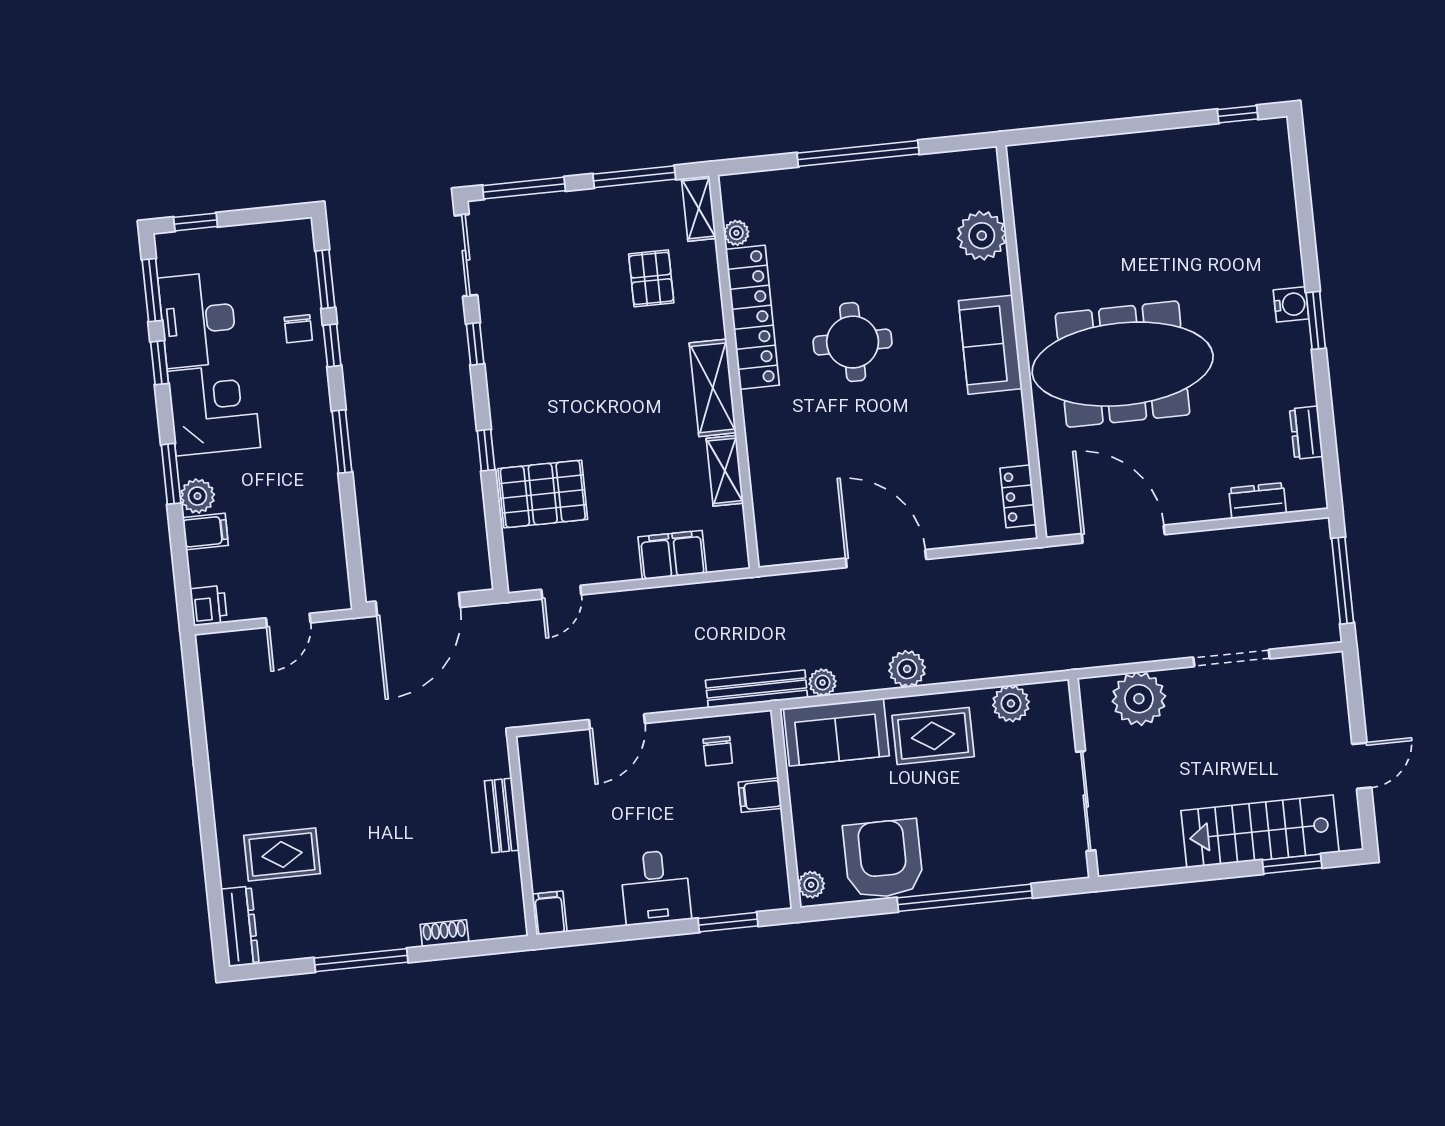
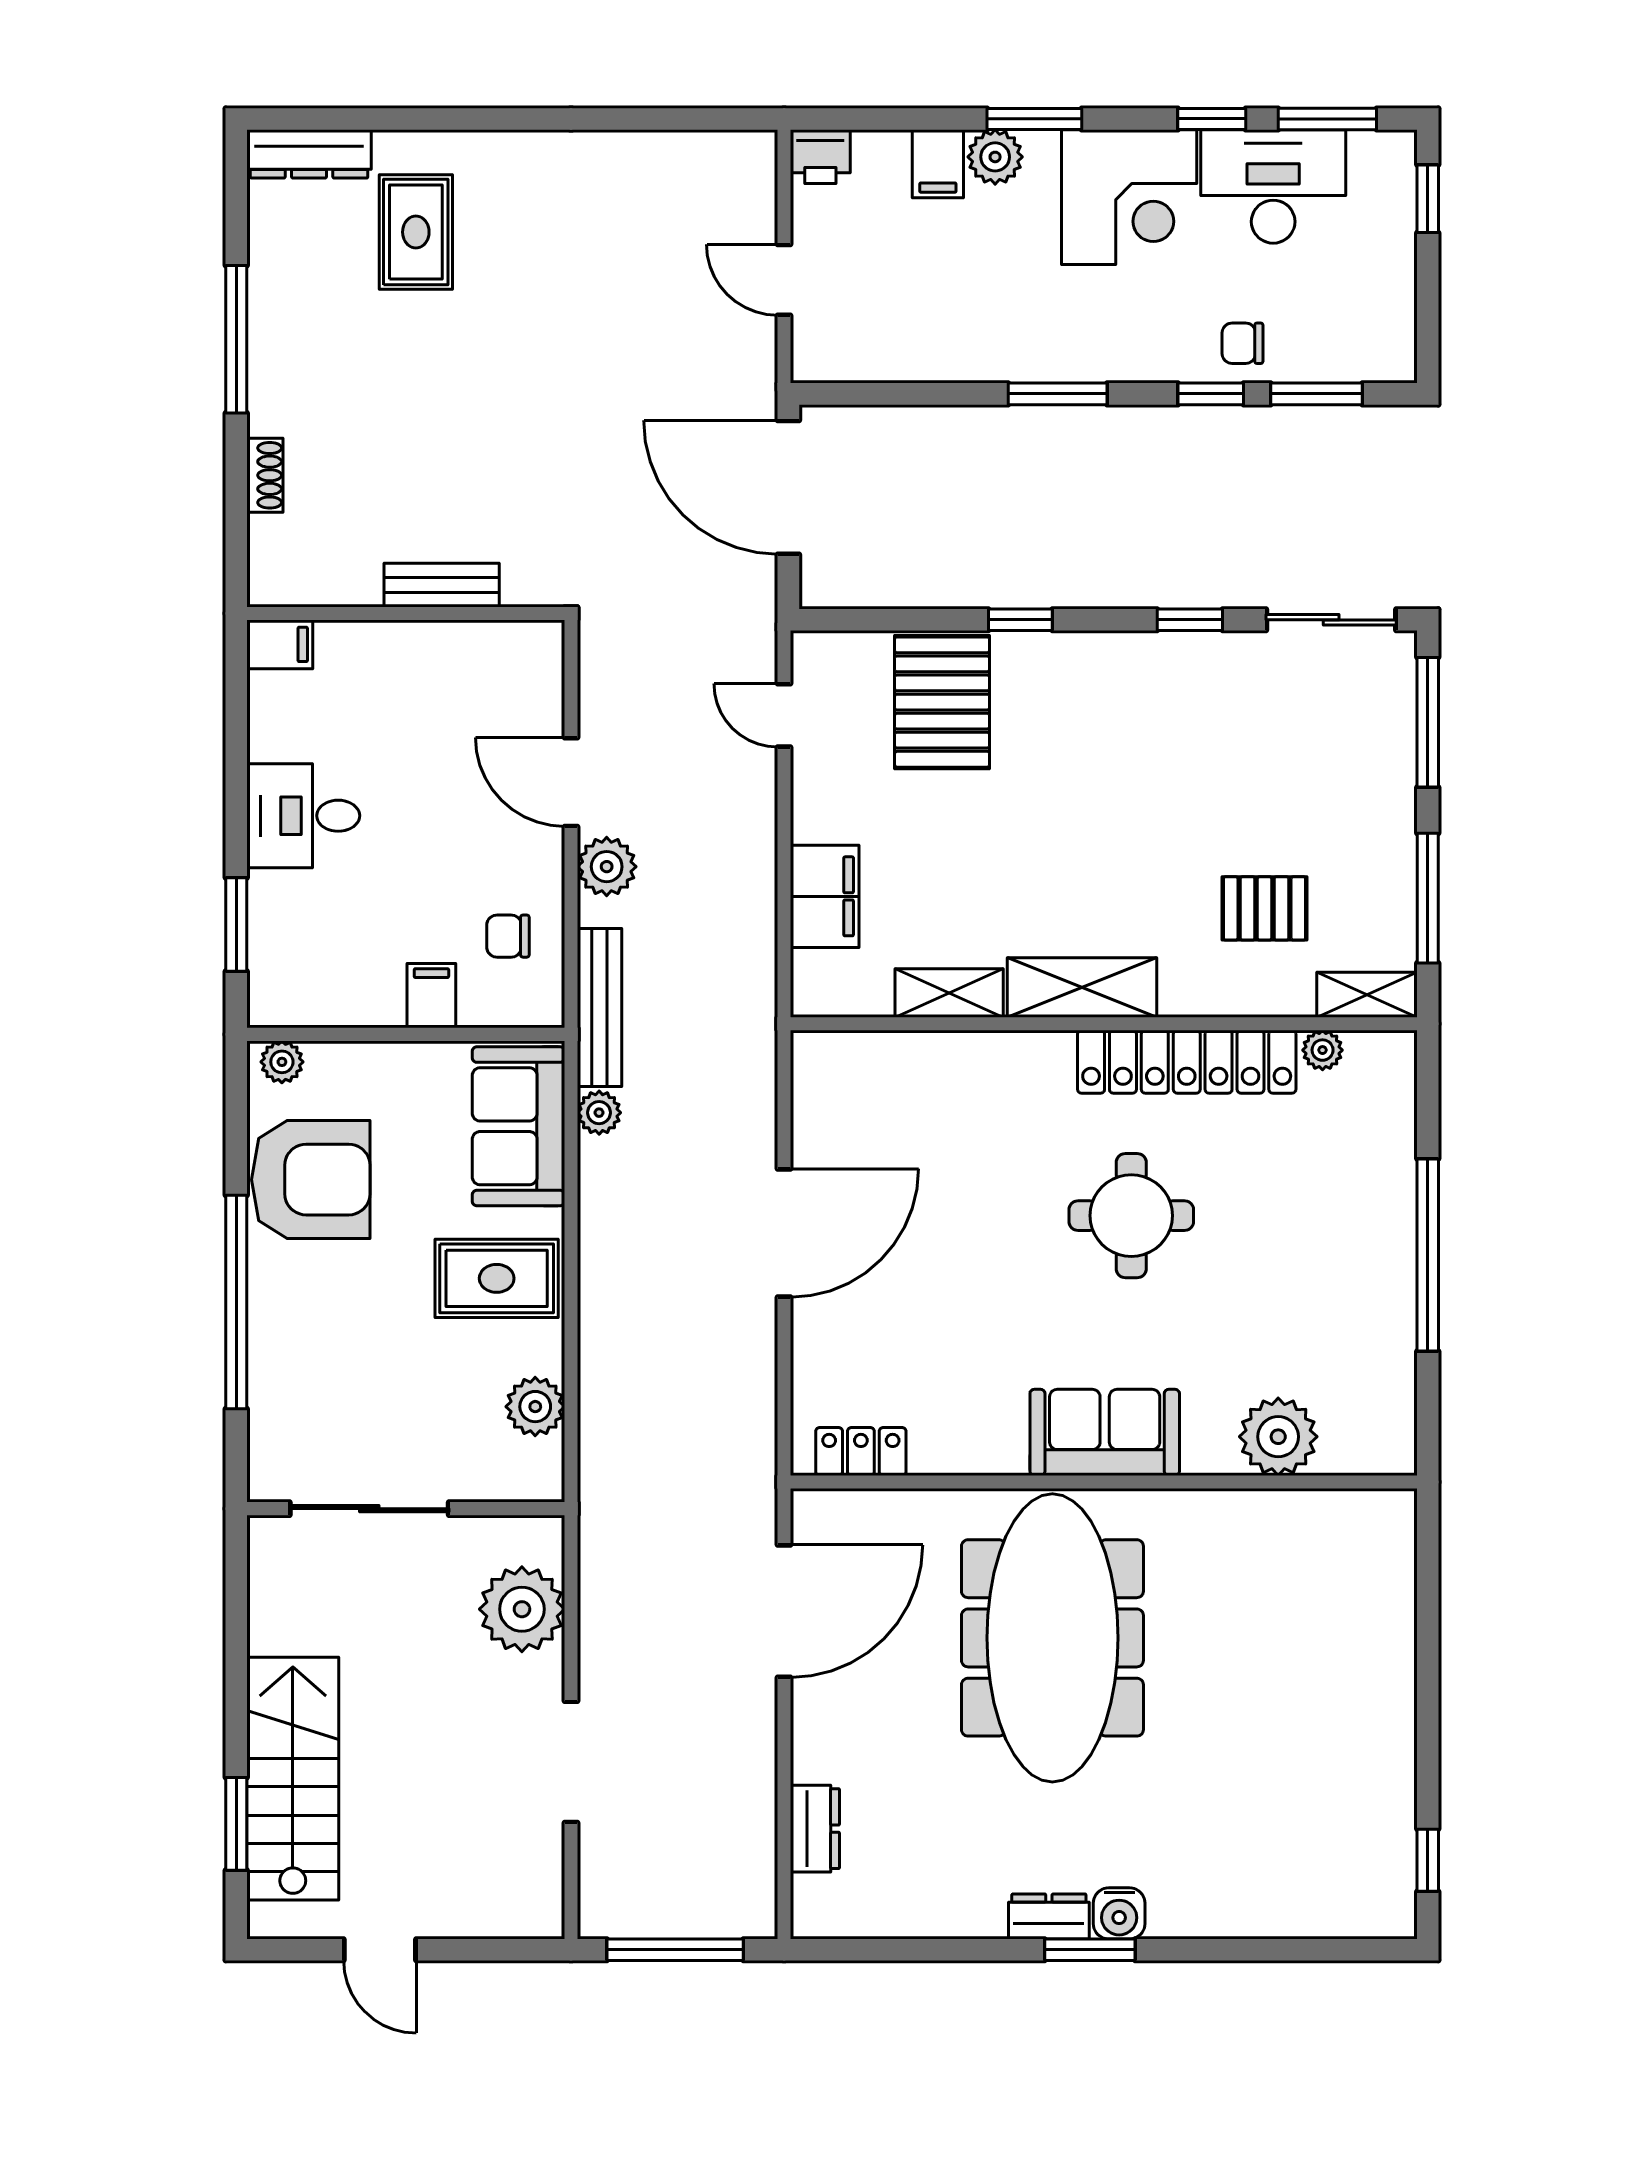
dresser: (1306, 433) -> (1049, 1917), moved
plant: (907, 669) -> (607, 867), moved
rug: (933, 736) -> (497, 1278), turned 90

